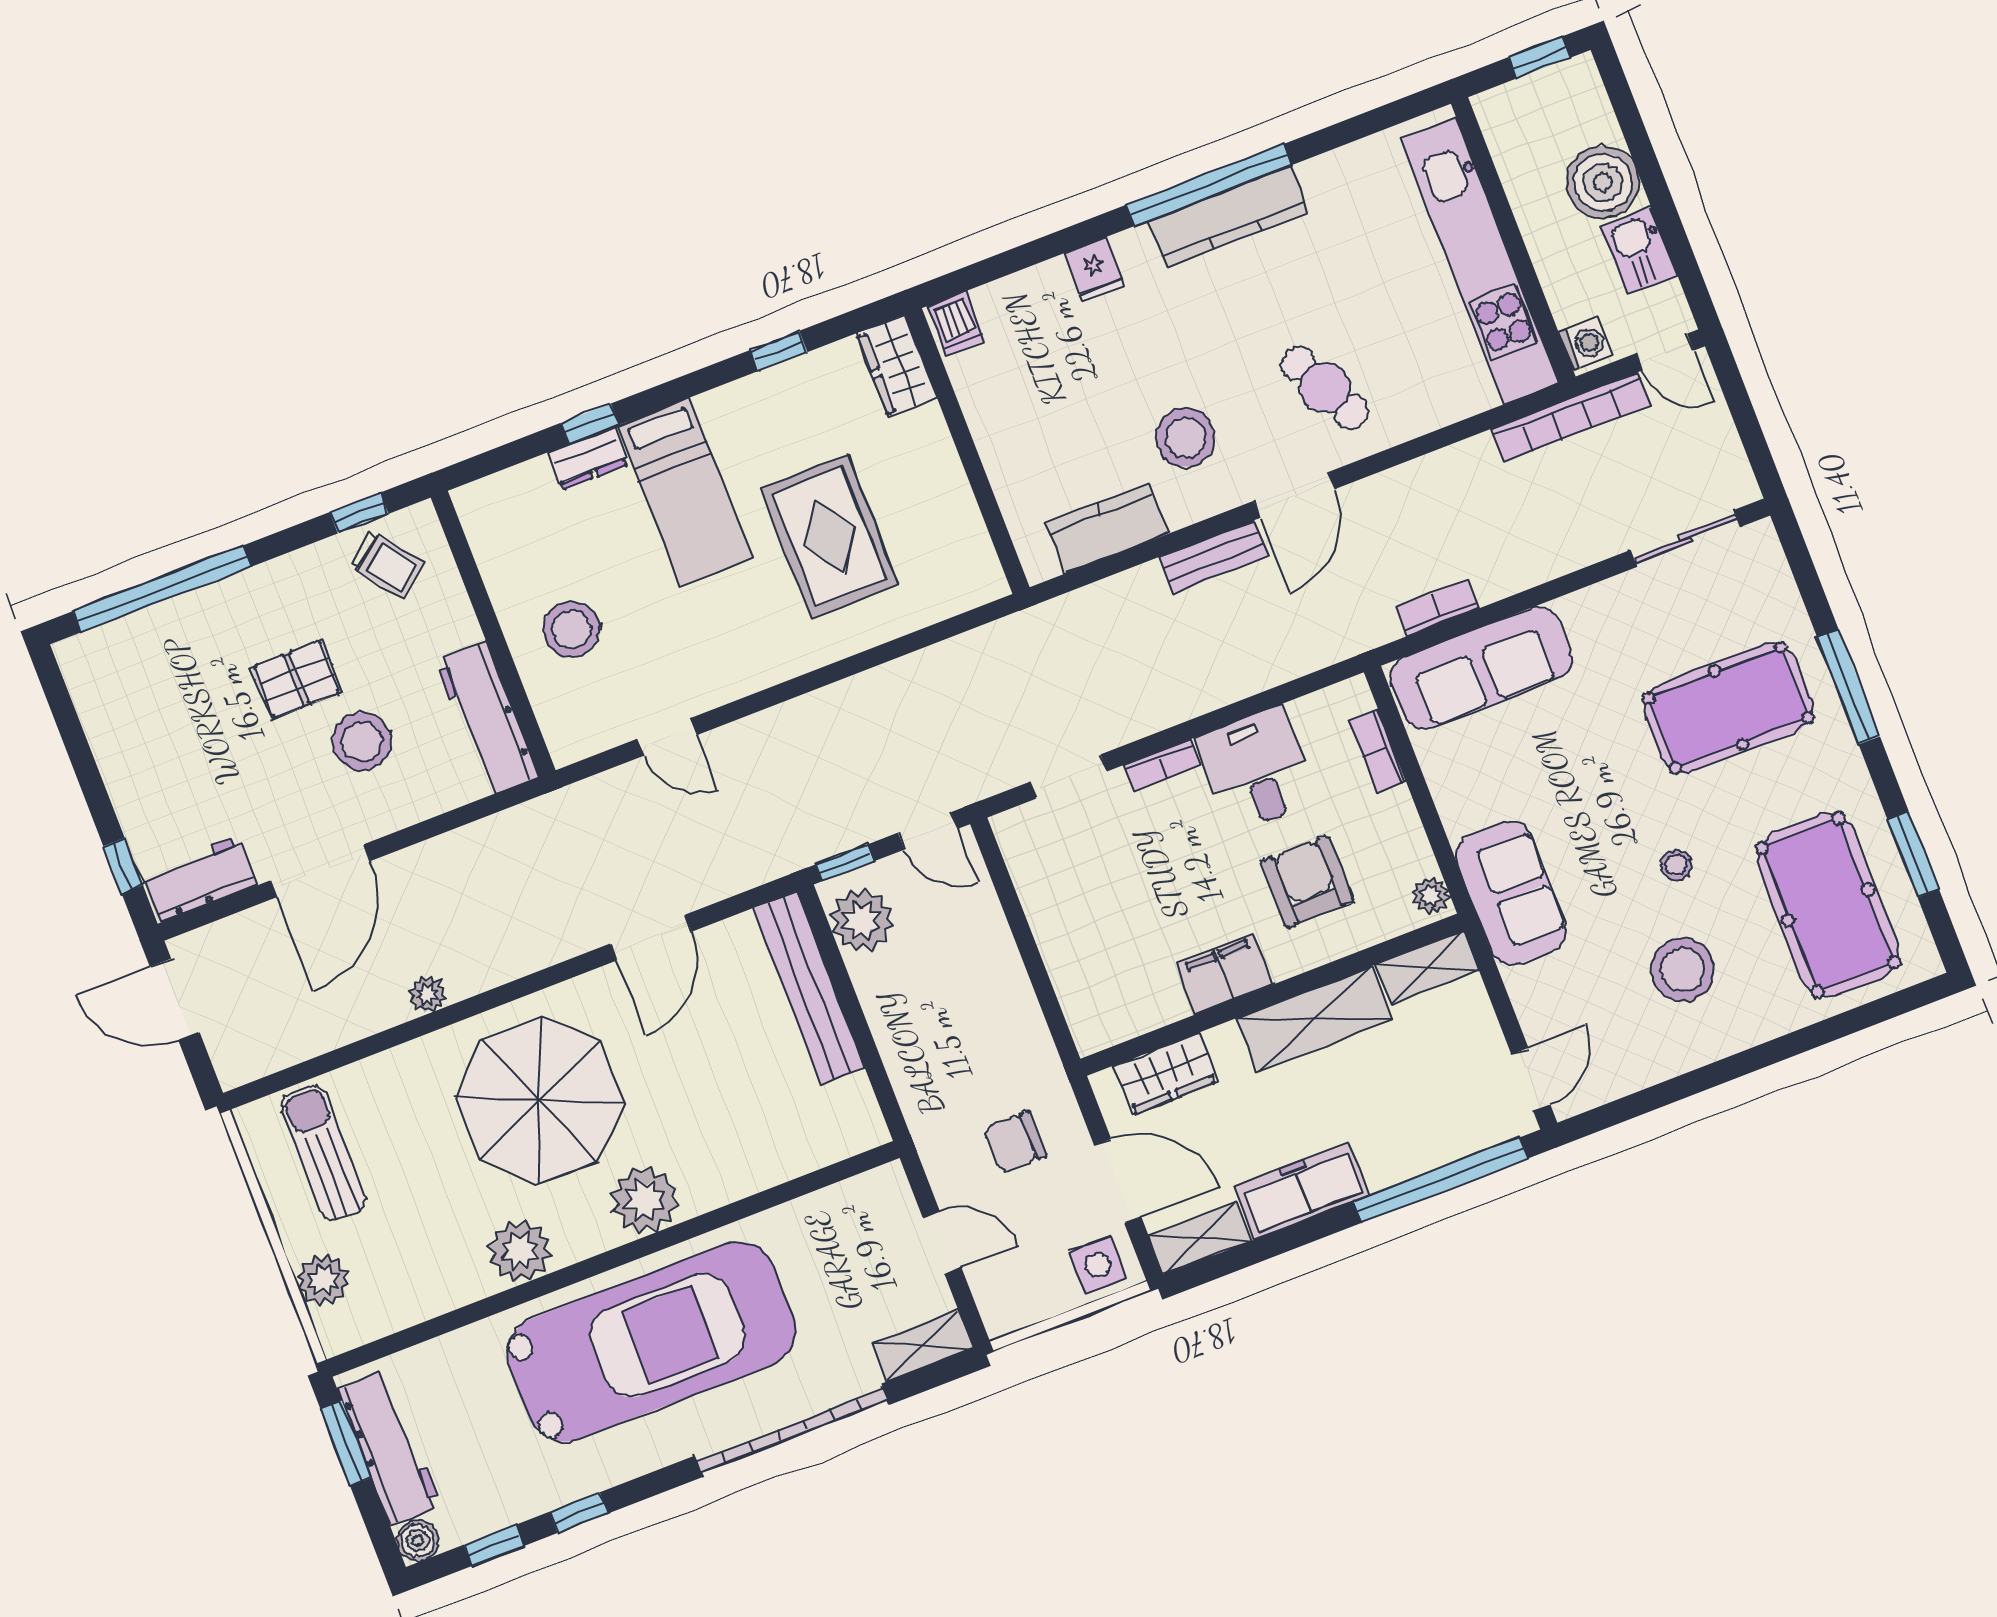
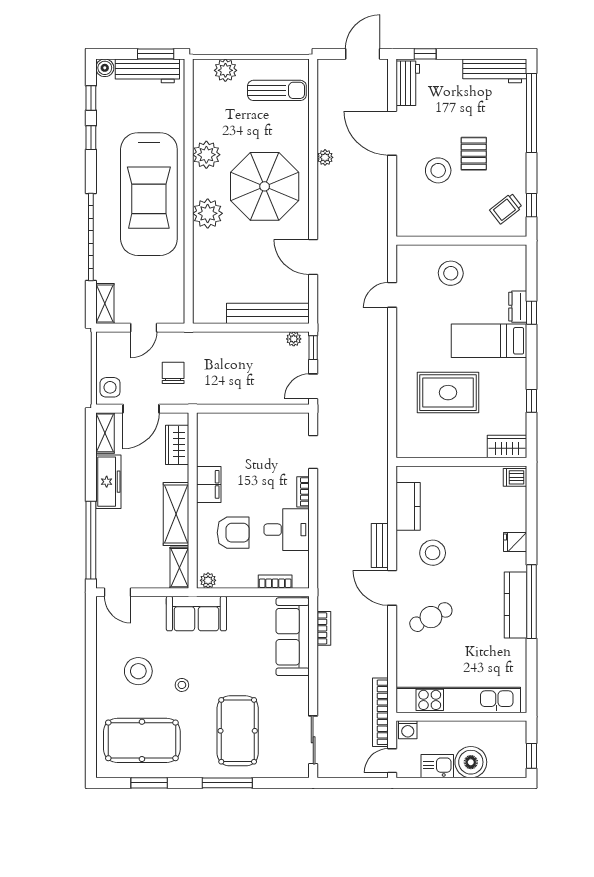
workbench: (487, 718) -> (495, 71), moved, turned 180
plant: (861, 920) -> (294, 339), width x0.53, depth x0.53

